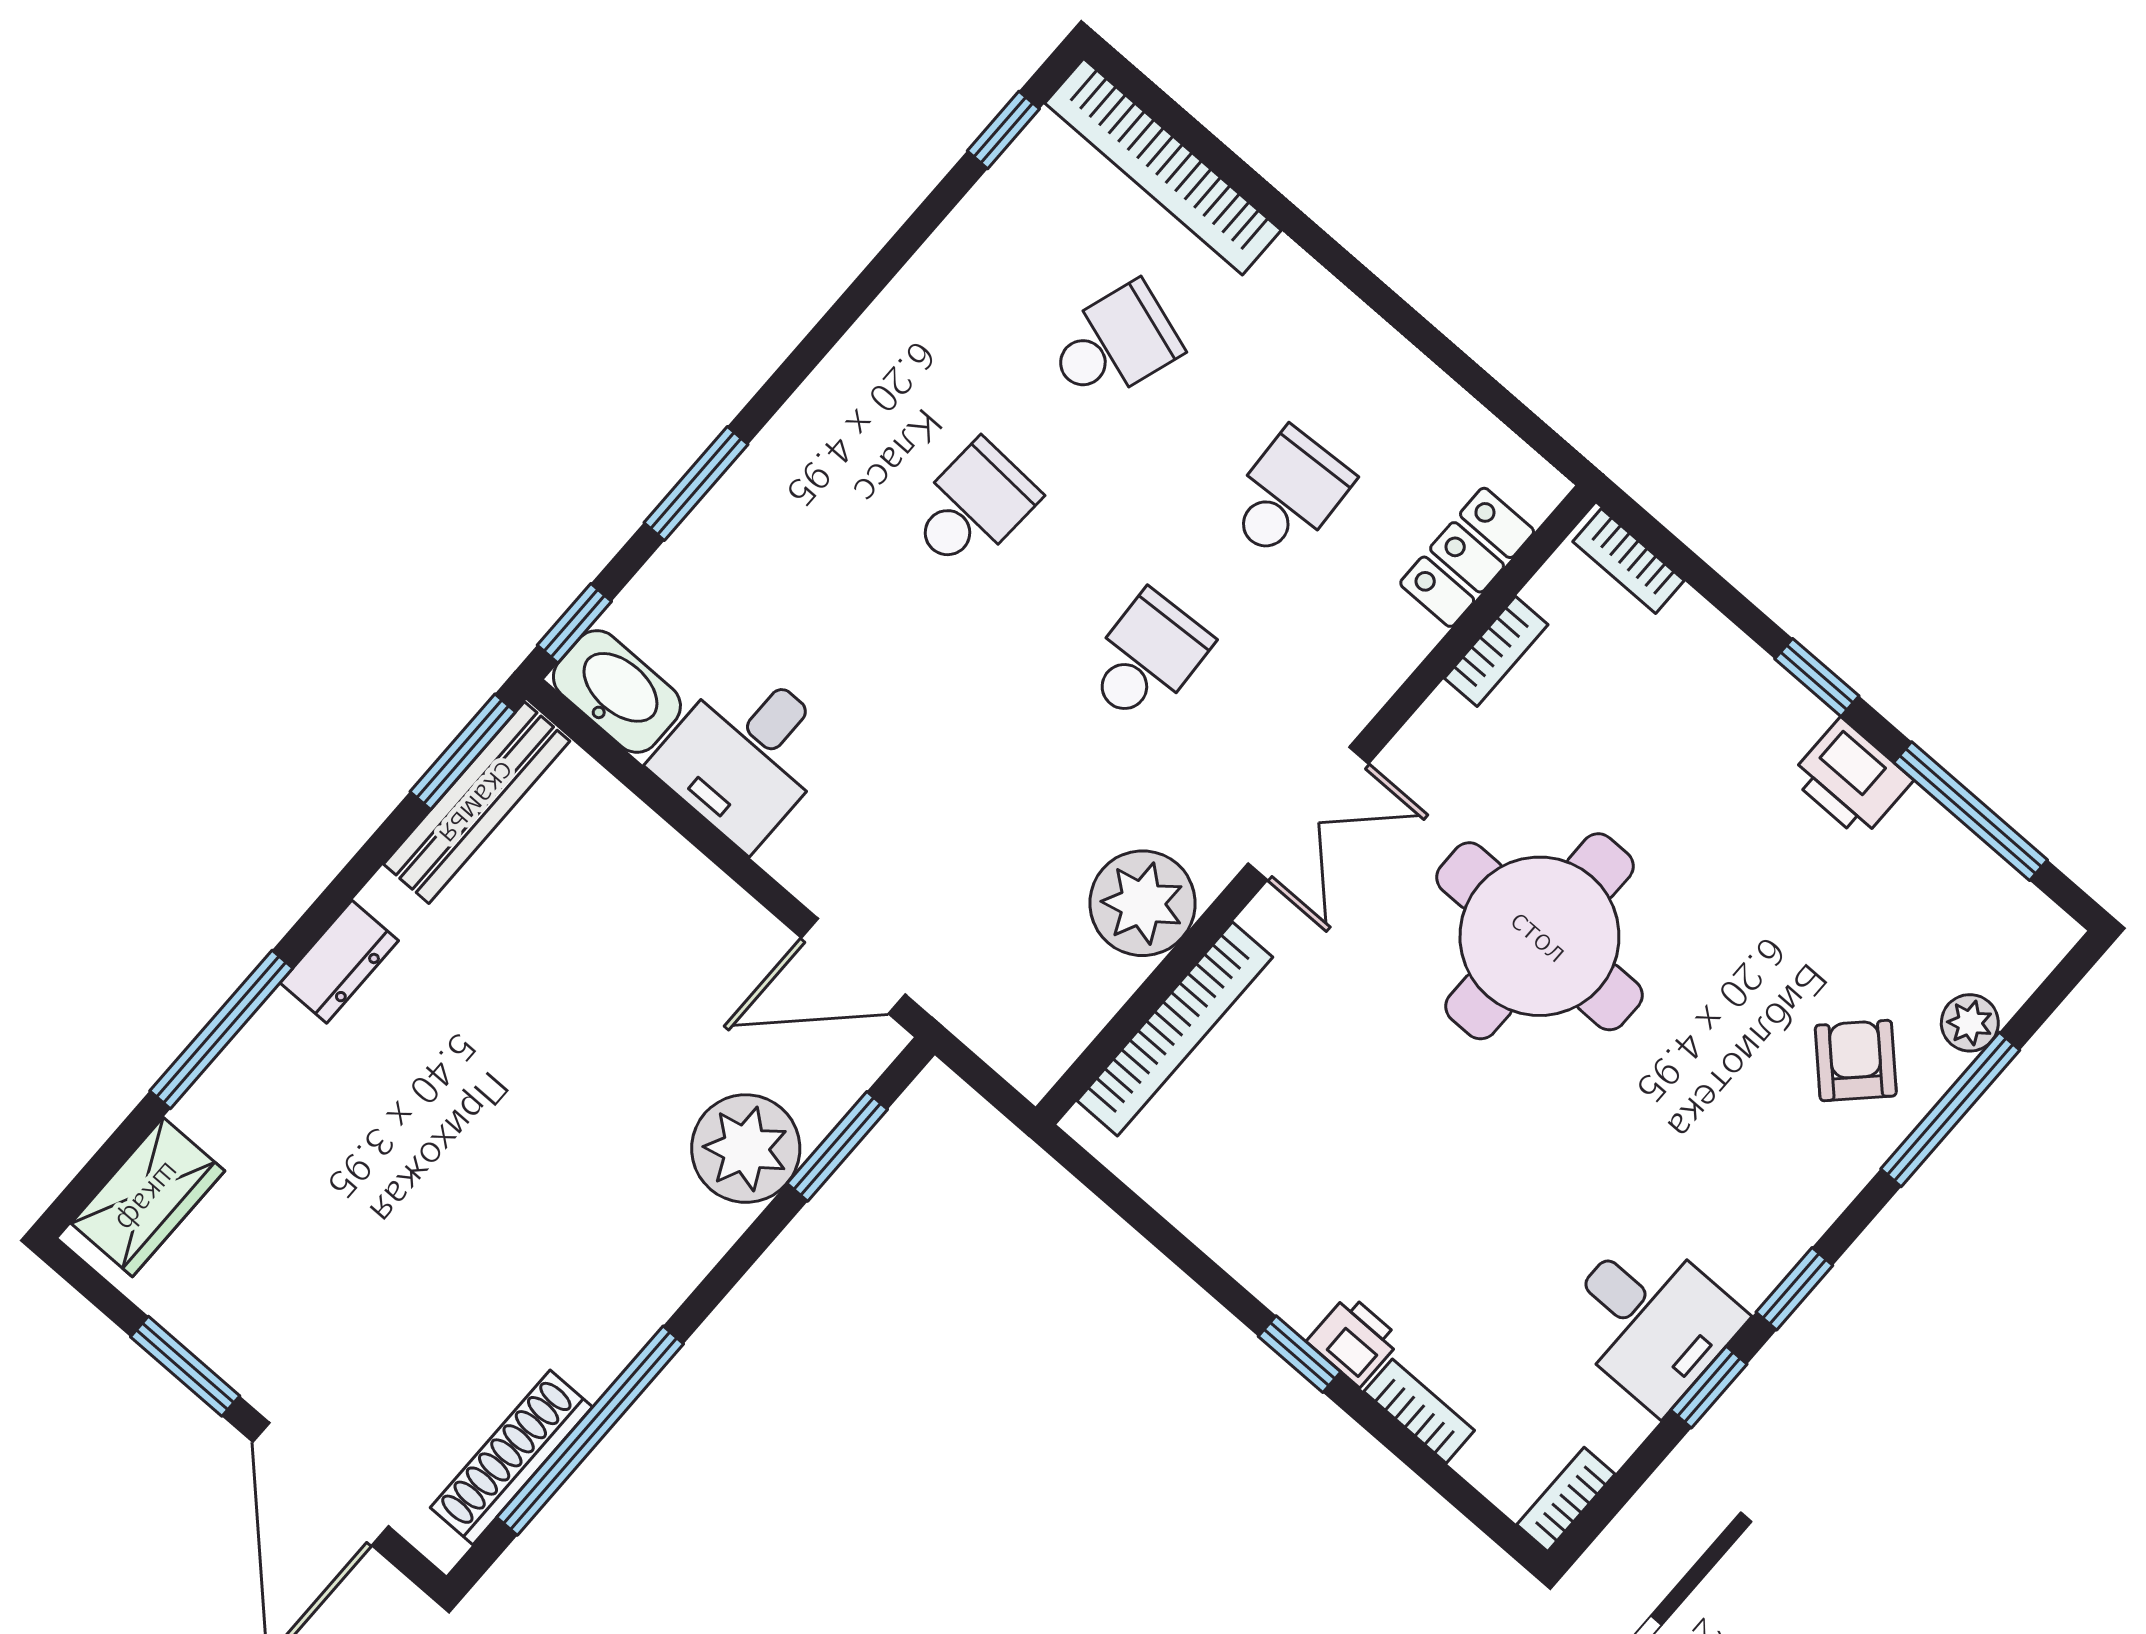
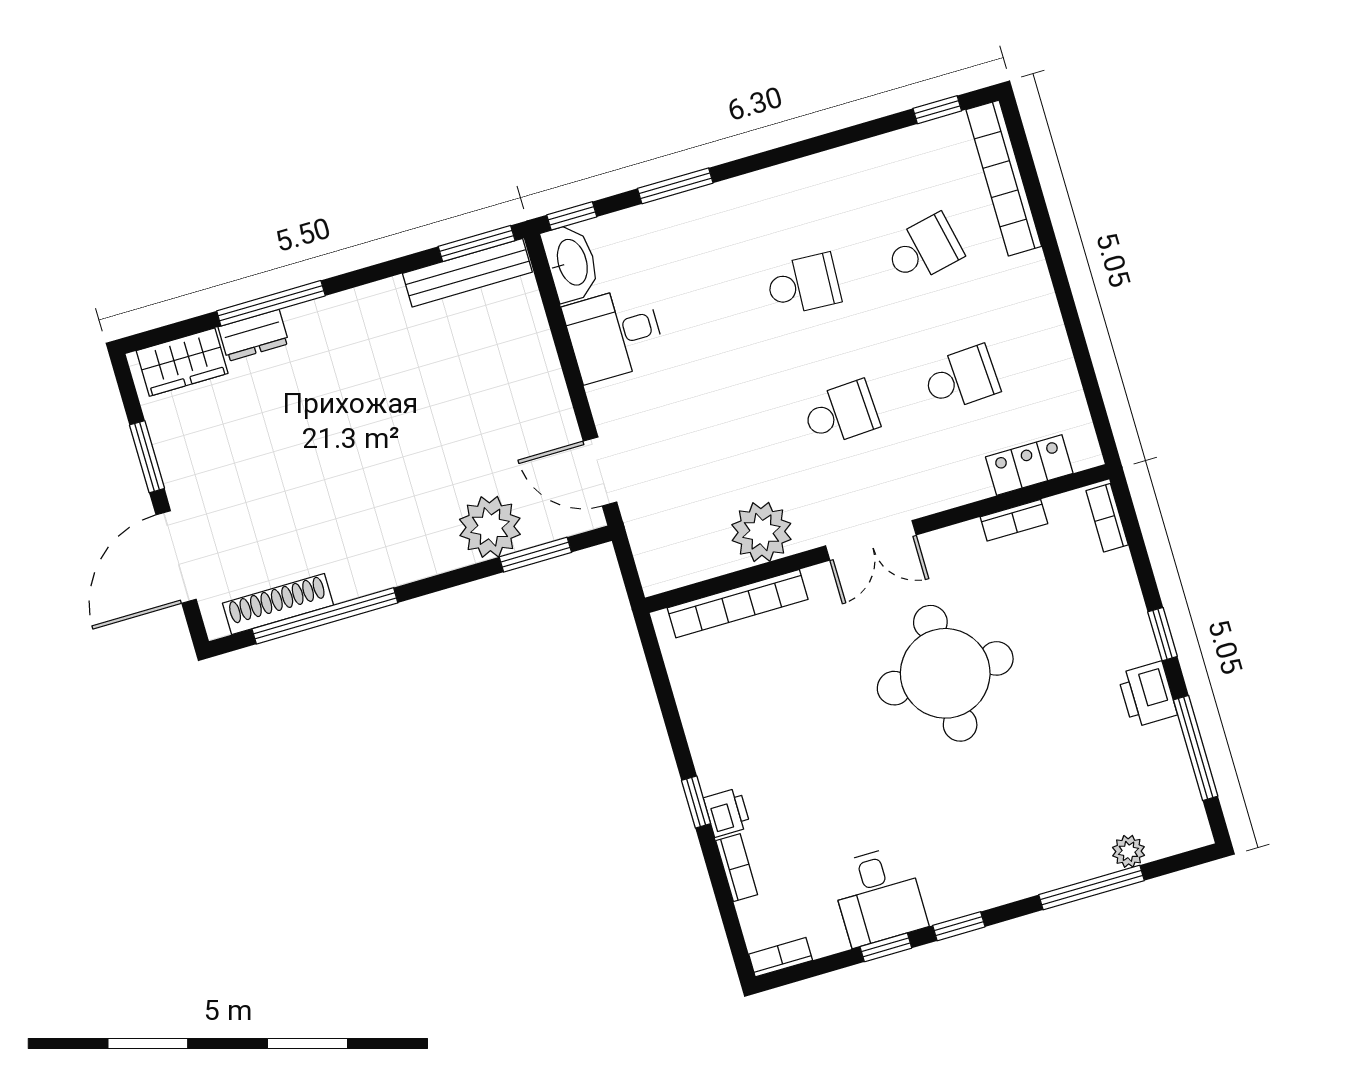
school desk: (1114, 344) -> (924, 249), turned -30
dresser: (339, 962) -> (254, 335), moved
armchair: (1856, 1061) -> (1061, 834), removed

